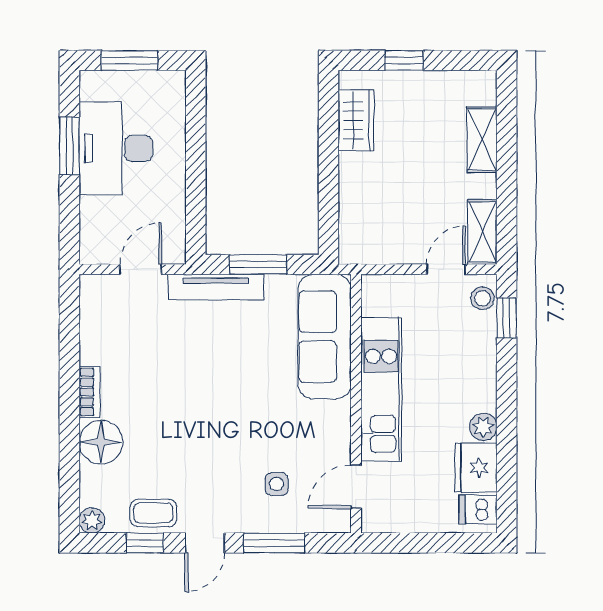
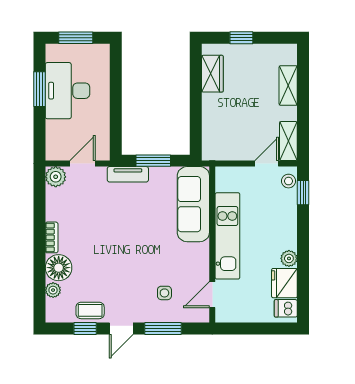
tv unit: (216, 287) -> (128, 174), width x0.71
plant: (96, 291) -> (56, 177), added
plant: (92, 521) -> (53, 290), moved

